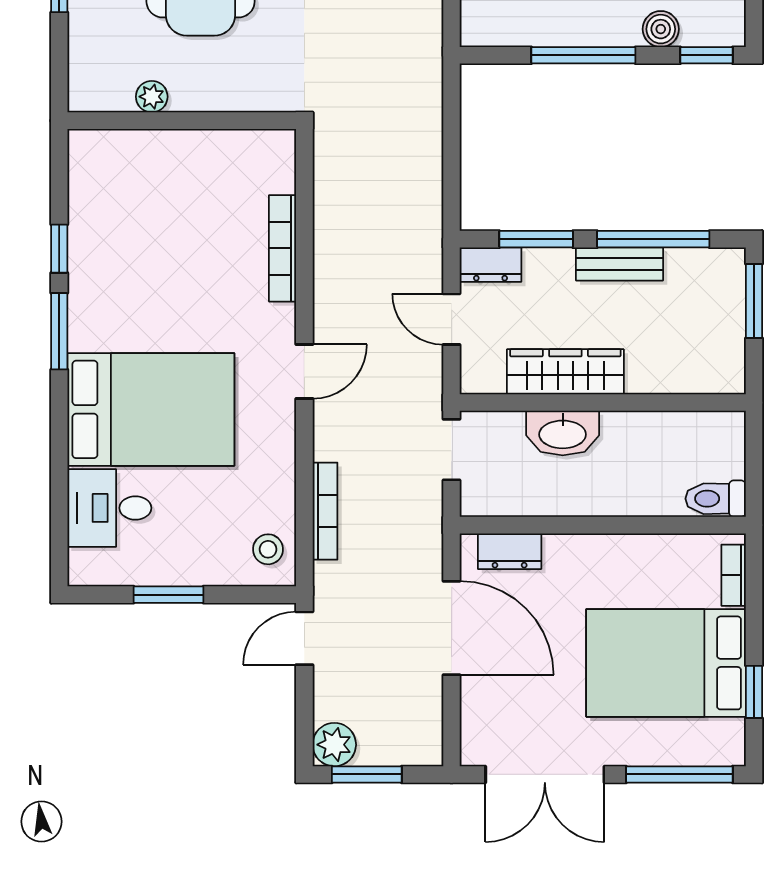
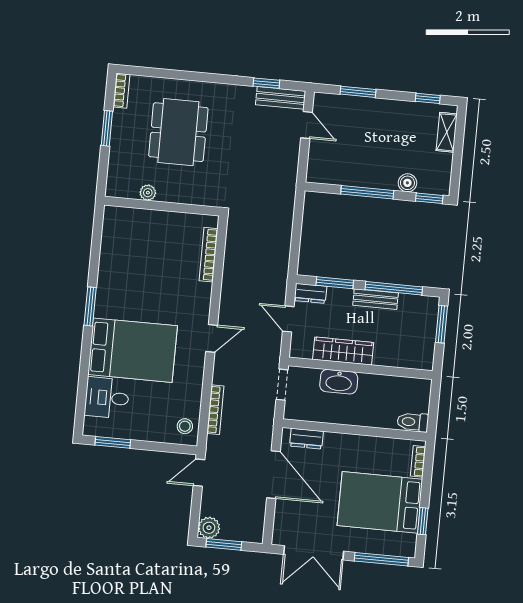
bookcase: (283, 248) -> (208, 255), moved
window: (59, 249) -> (94, 265), removed
window: (169, 595) -> (113, 442), moved

